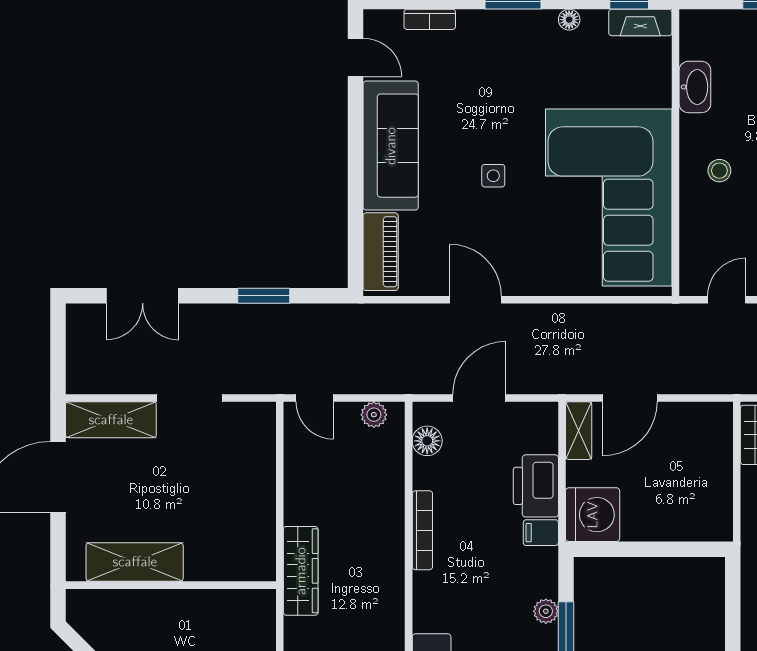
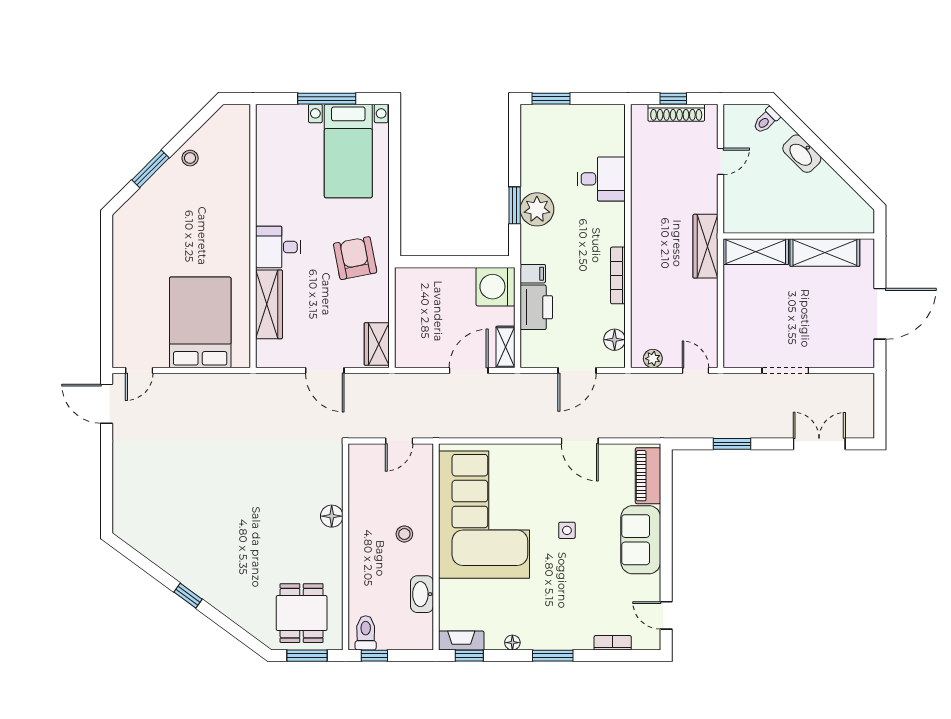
sofa: (391, 146) -> (641, 540), width x0.73
shelving: (111, 420) -> (756, 252), moved
plant: (546, 611) -> (537, 209), width x1.88, depth x1.88

